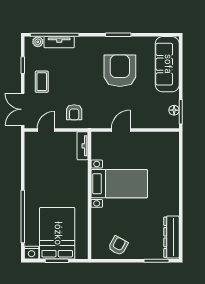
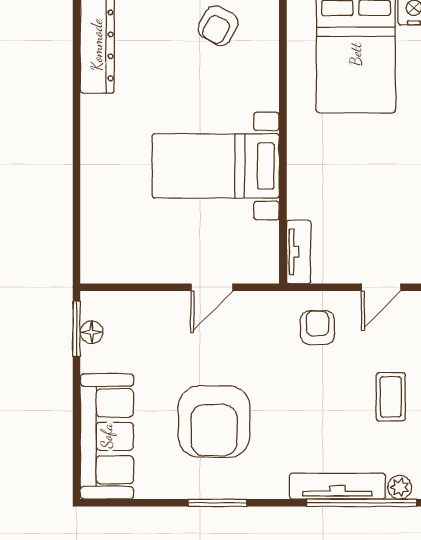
tv unit: (59, 42) -> (337, 486), width x1.41

